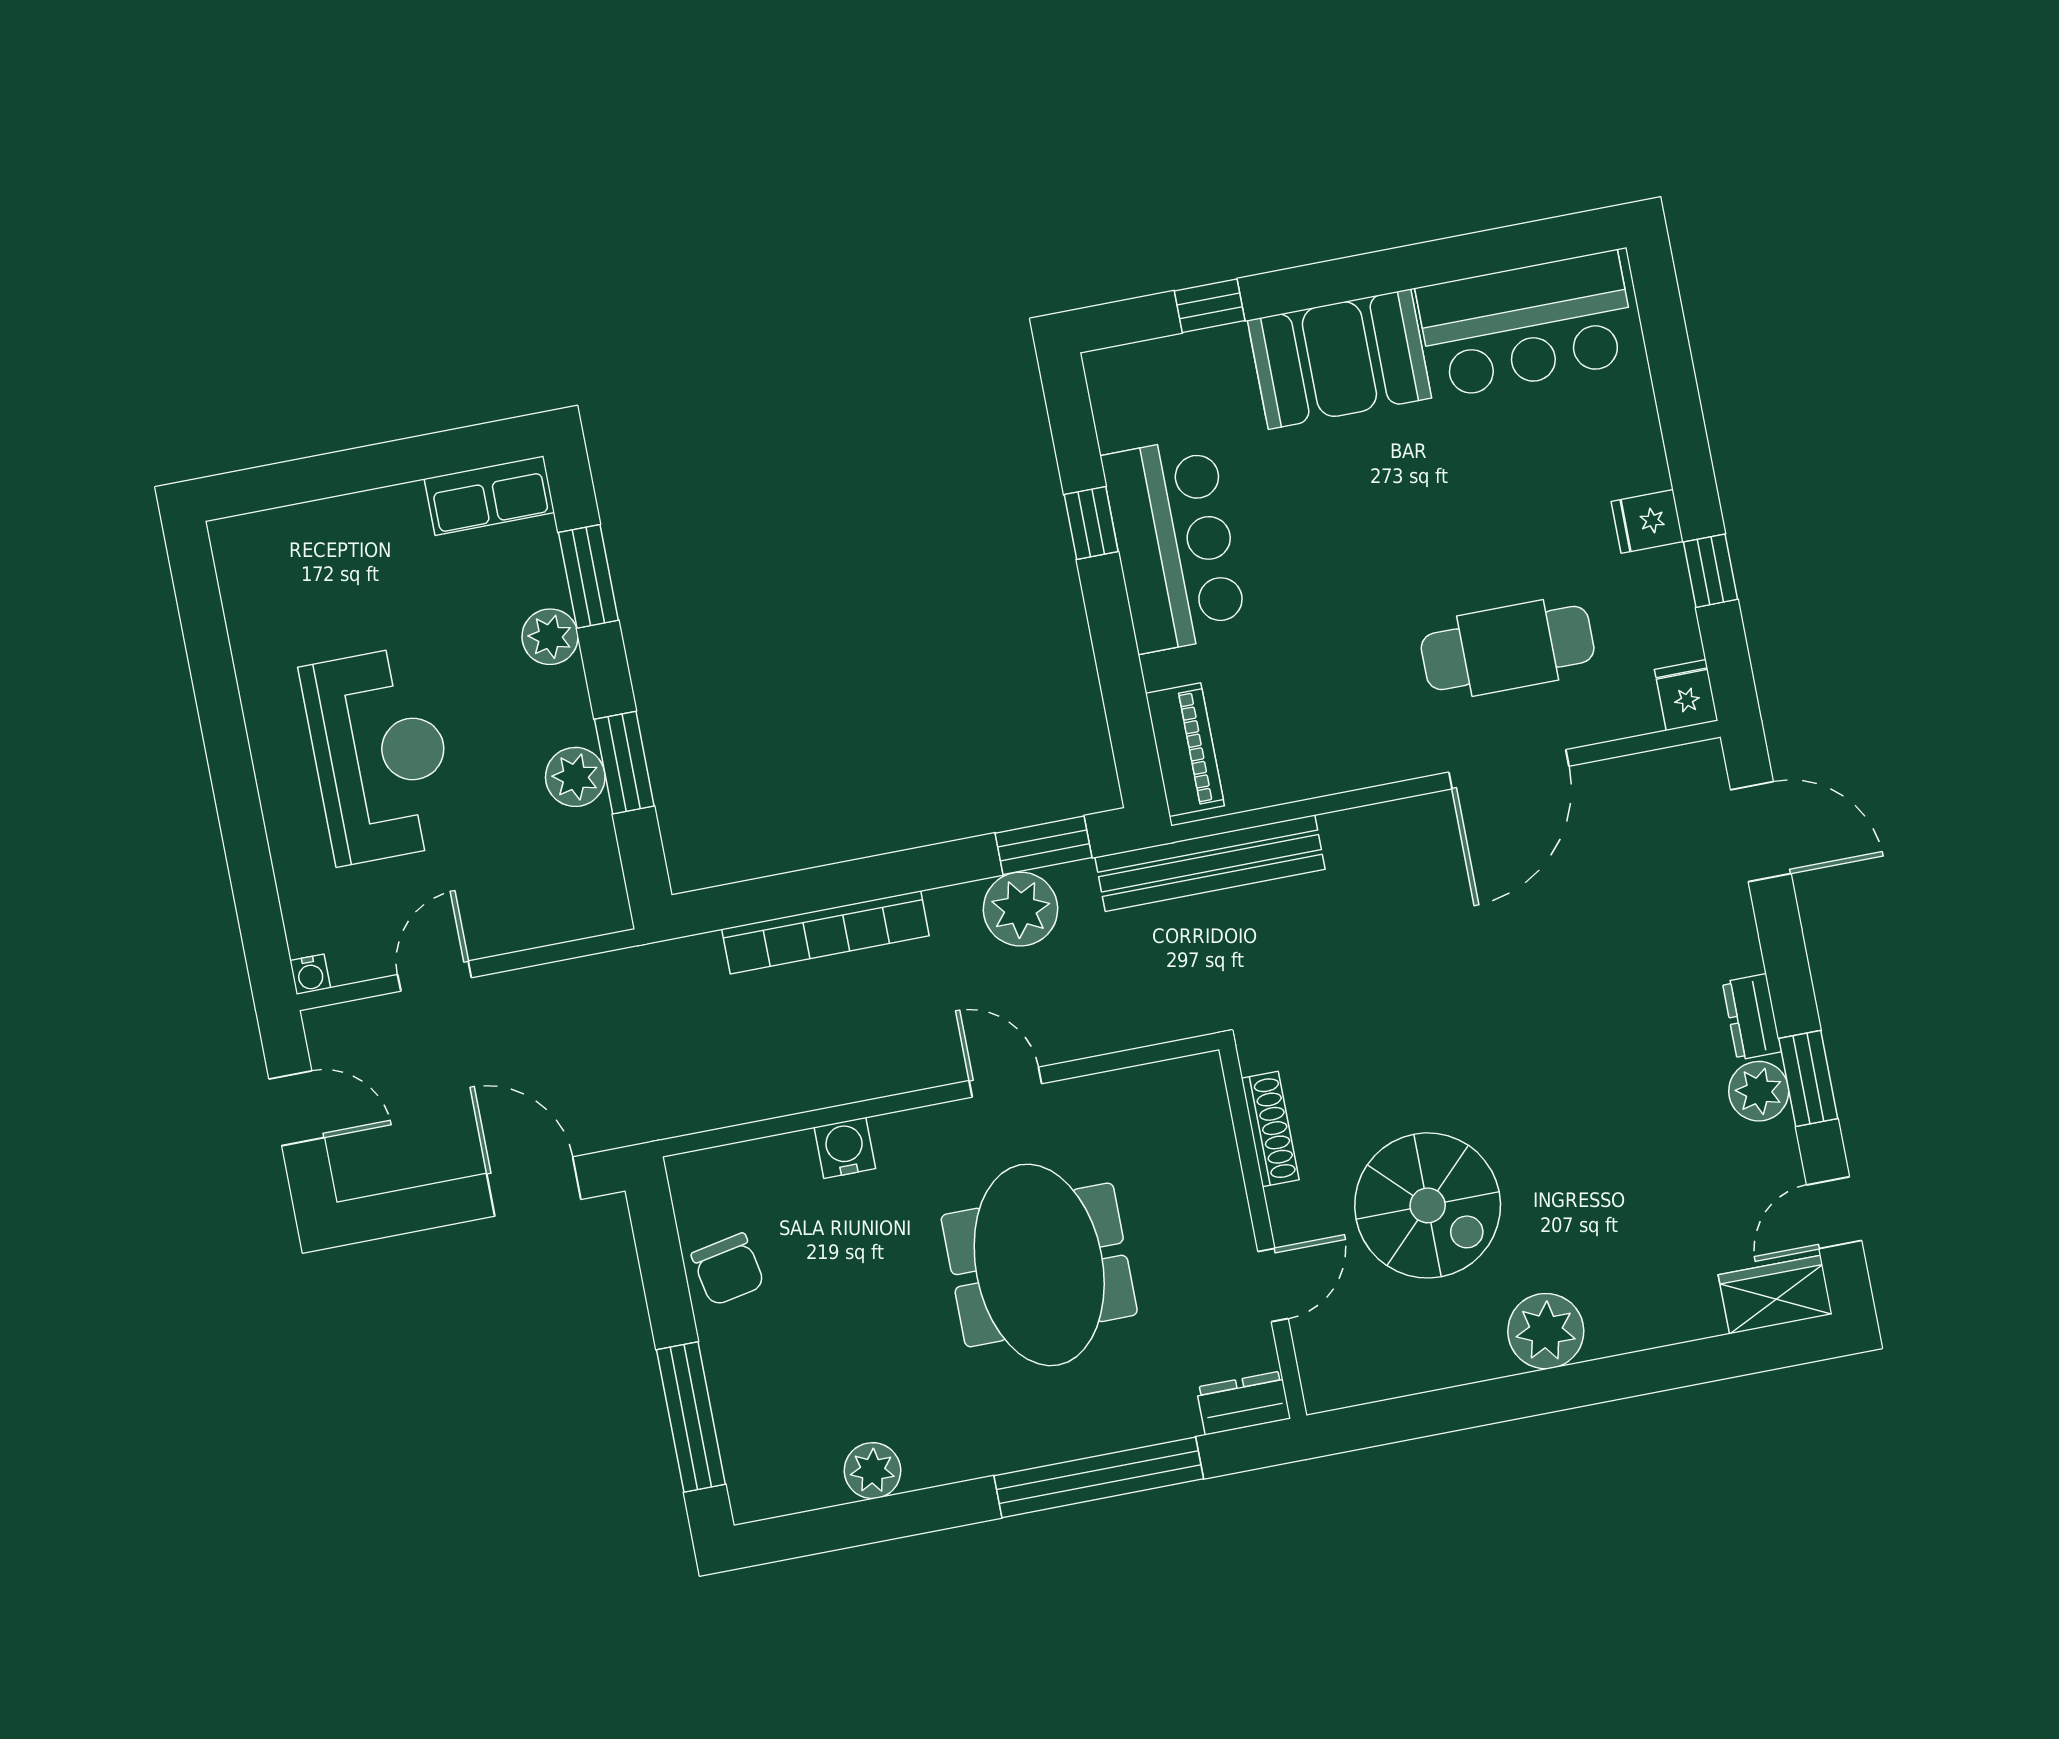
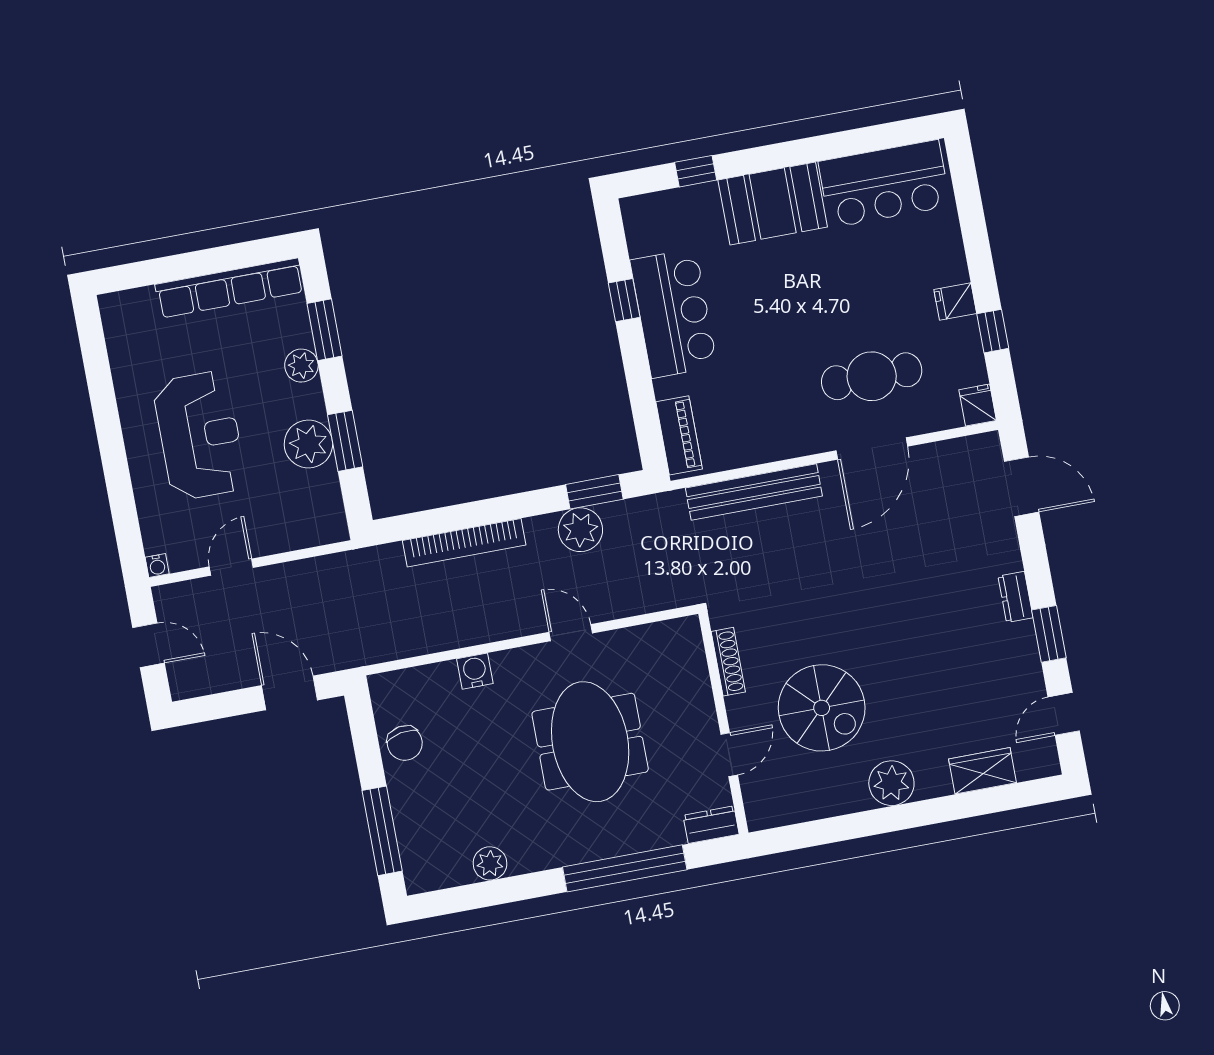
row of seats: (489, 496) -> (230, 288), width x2.02
plant: (575, 777) -> (308, 444), width x1.36, depth x1.36
bench: (1210, 863) -> (754, 492), moved
plant: (1759, 1091) -> (1019, 641), removed
wardrobe: (1775, 1295) -> (982, 771), moved

